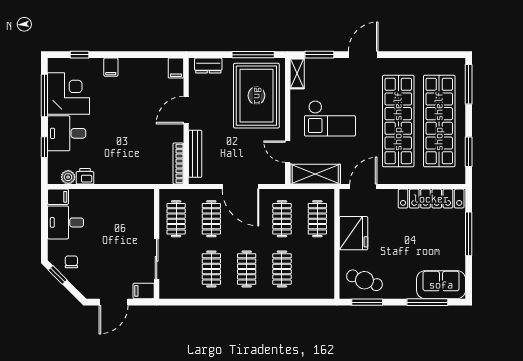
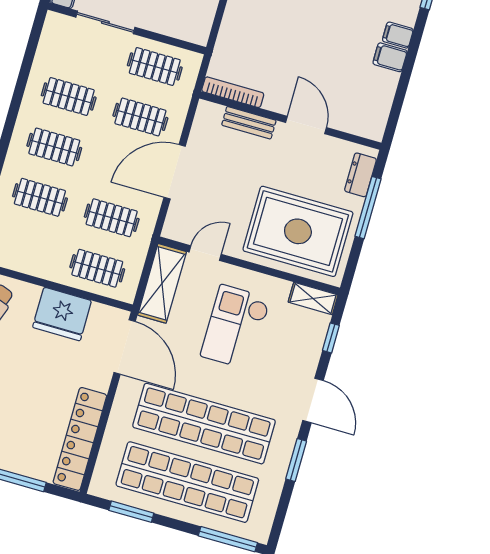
window: (253, 55) -> (368, 208), moved
window: (319, 55) -> (331, 338), width x0.67
window: (405, 55) -> (296, 460), added
filing cabinet: (176, 68) -> (390, 57), moved
bench: (195, 154) -> (249, 123), width x0.73
door: (363, 187) -> (125, 347), width x1.36

